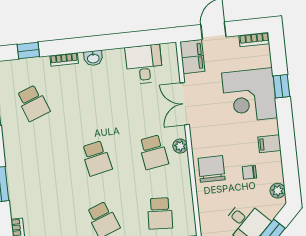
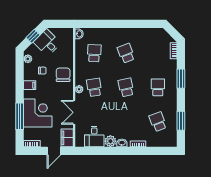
window: (28, 50) -> (157, 151), removed
plant: (114, 59) -> (110, 141), added
window: (281, 86) -> (20, 116), width x2.17
double door: (185, 104) -> (74, 112), swing flipped
school desk: (40, 164) -> (158, 87), added
chair: (212, 169) -> (63, 75), turned 180

